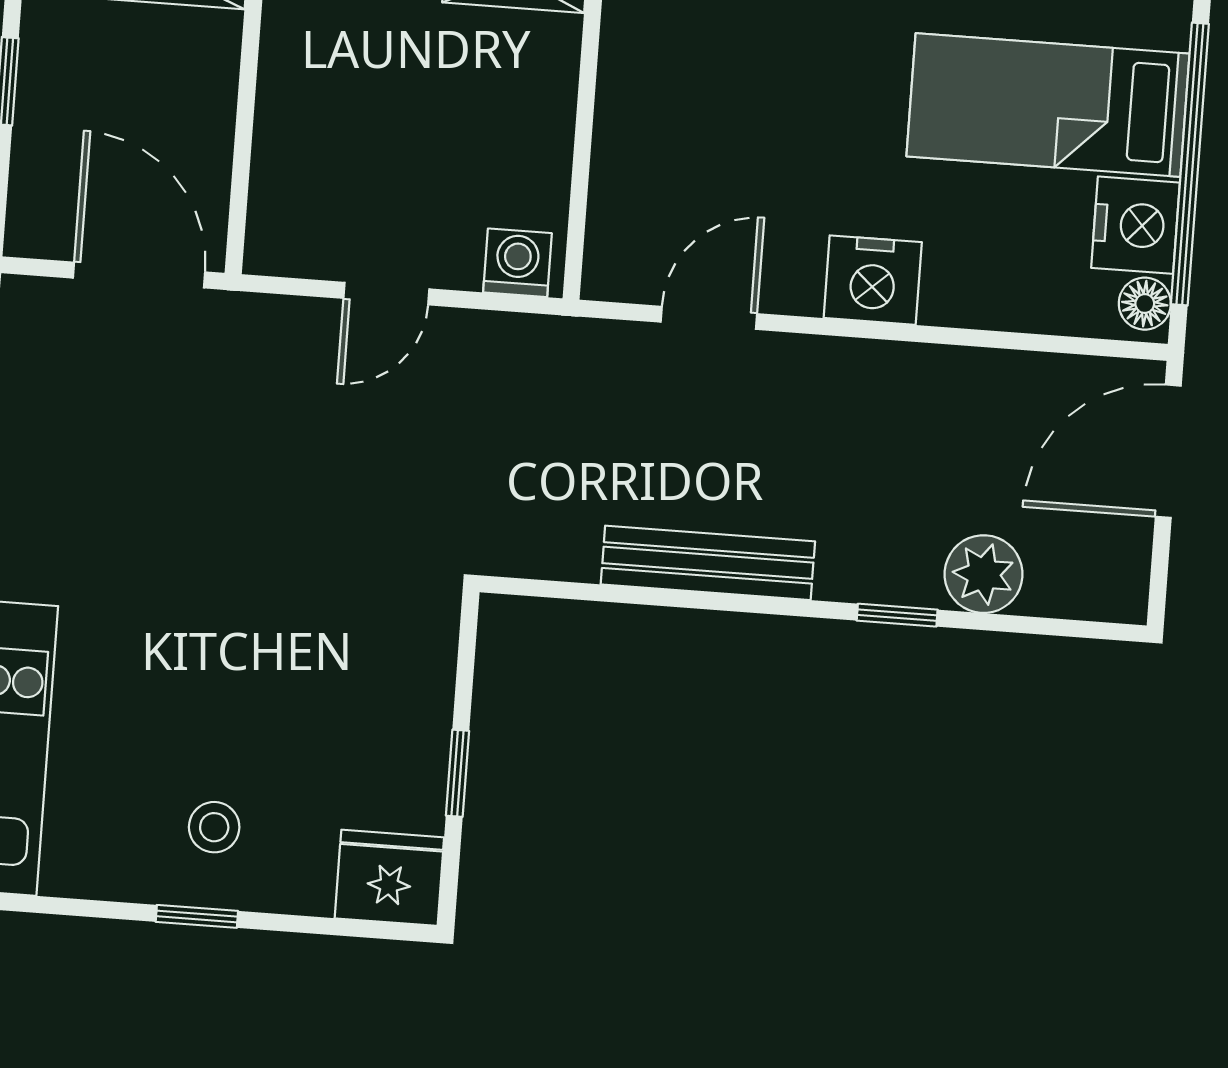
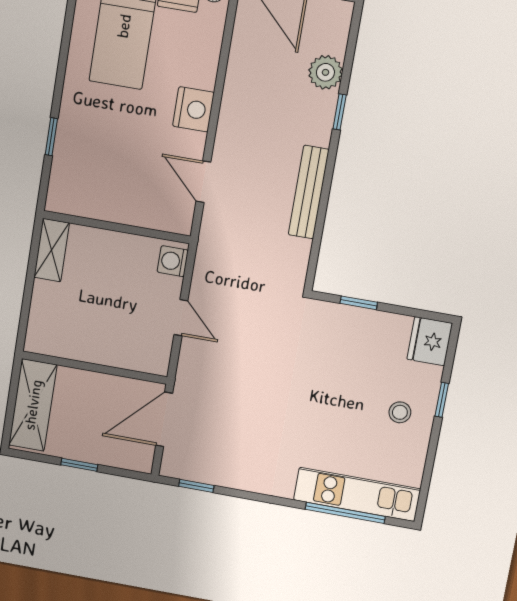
window: (457, 773) -> (359, 303), moved
window: (197, 916) -> (442, 400), moved

